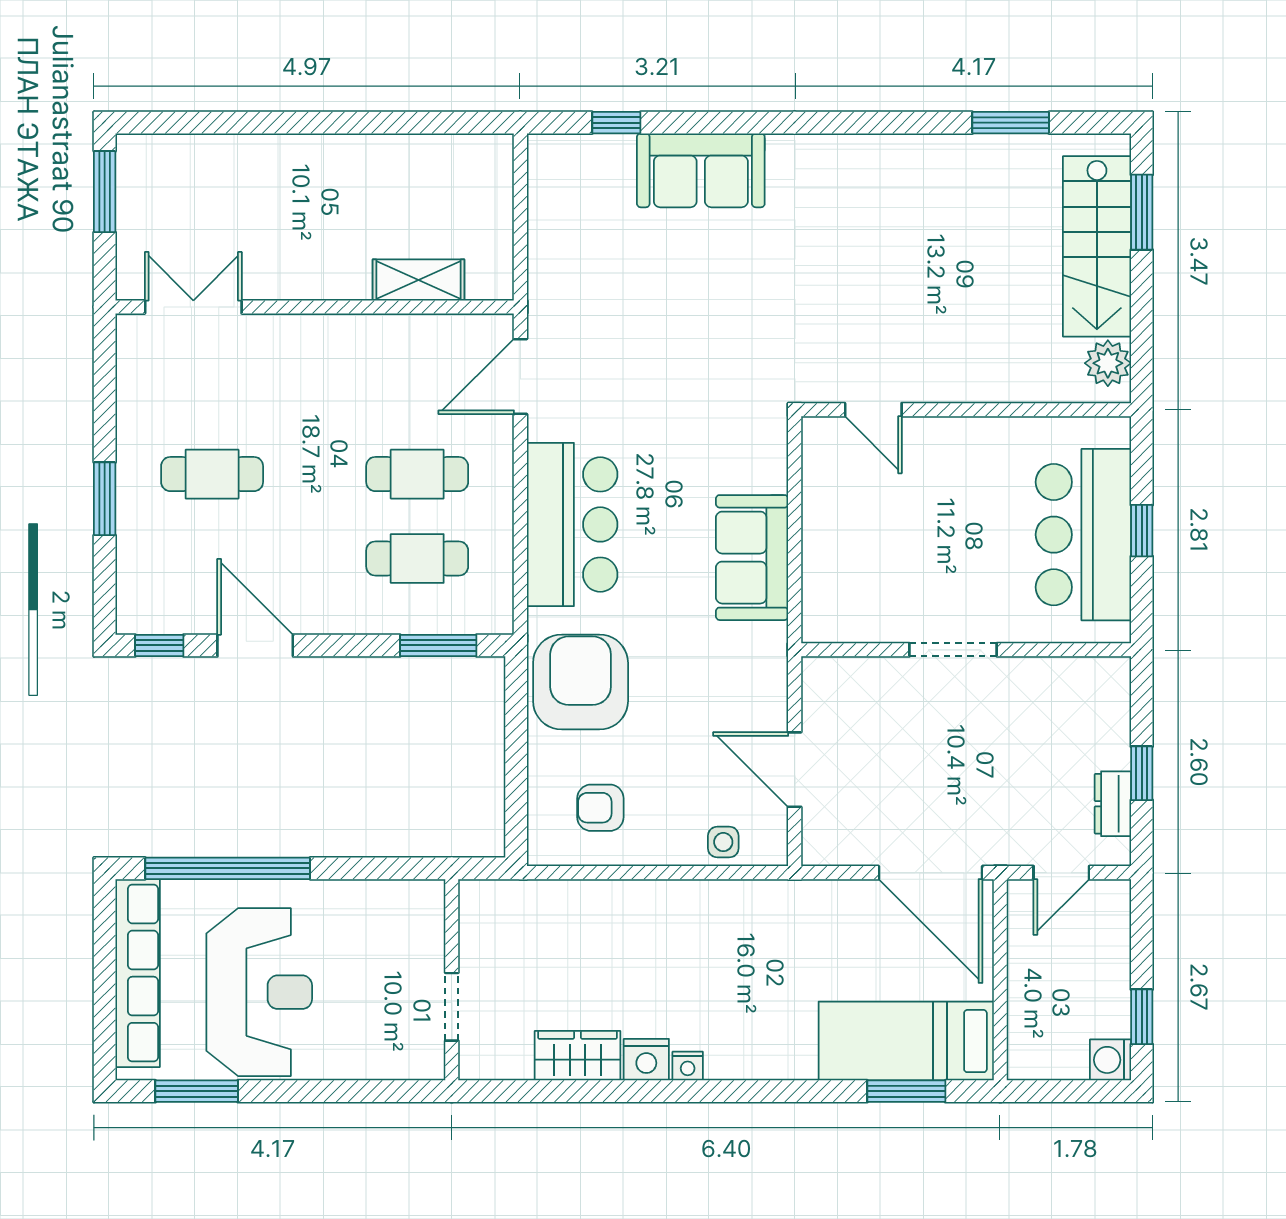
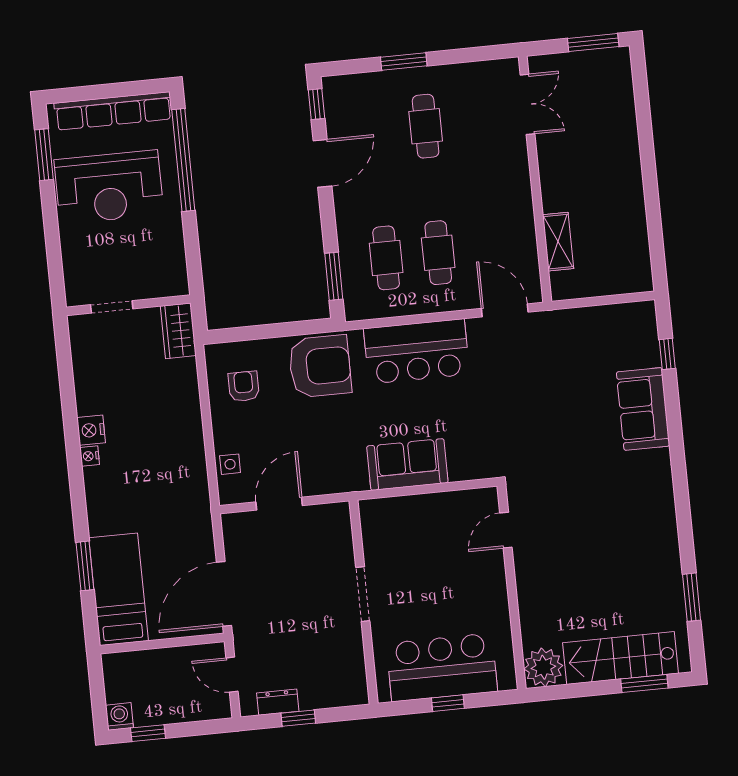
plant: (1108, 363) -> (543, 667), width x1.36, depth x1.36
wardrobe: (577, 1056) -> (178, 331), moved, turned 180
window: (906, 1091) -> (85, 566), moved

